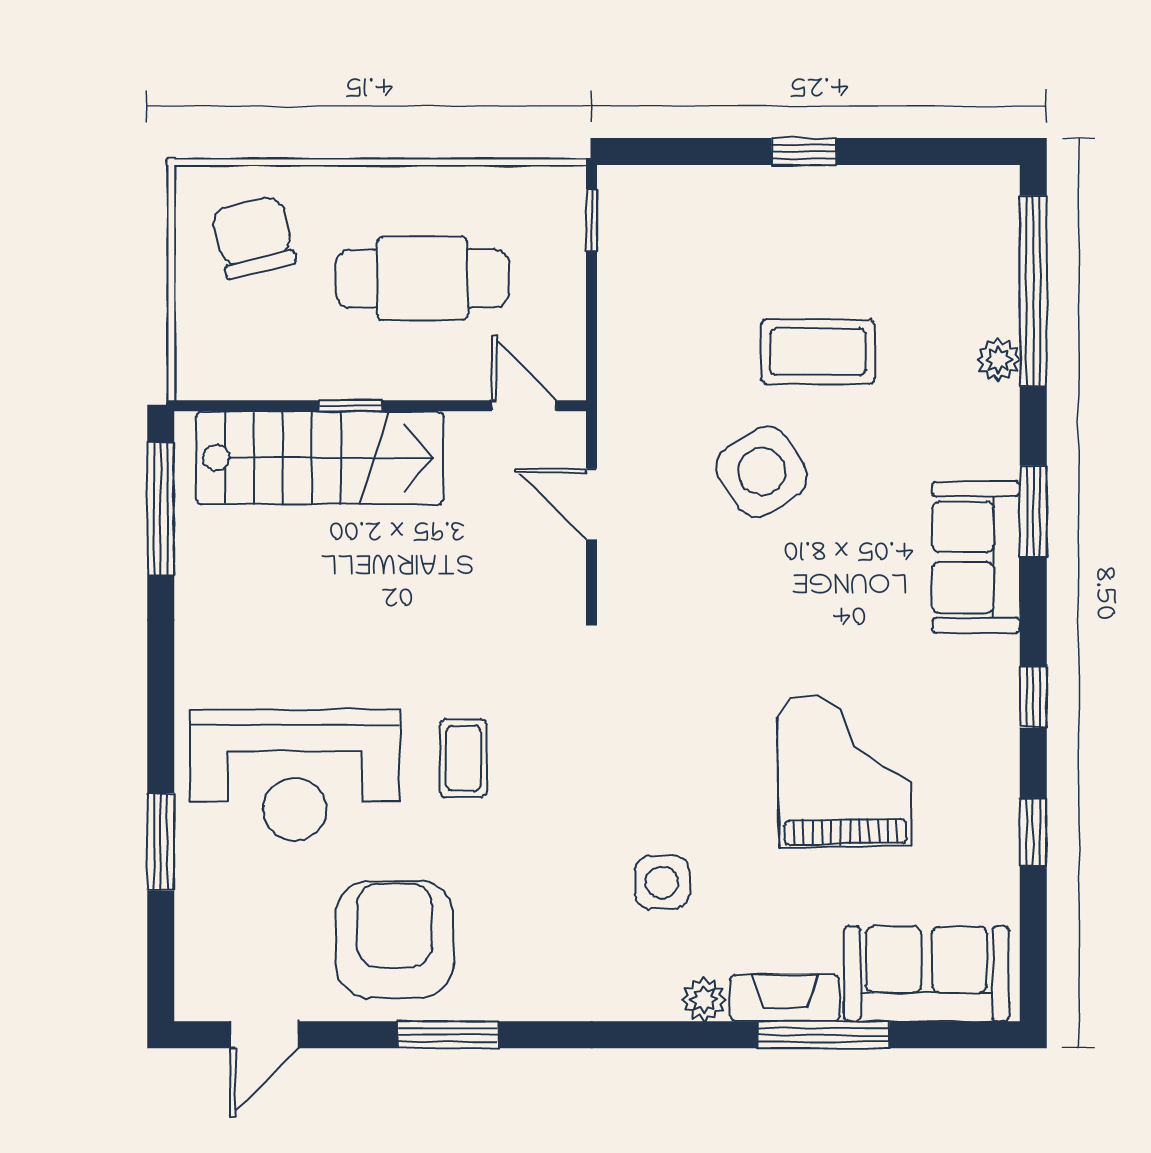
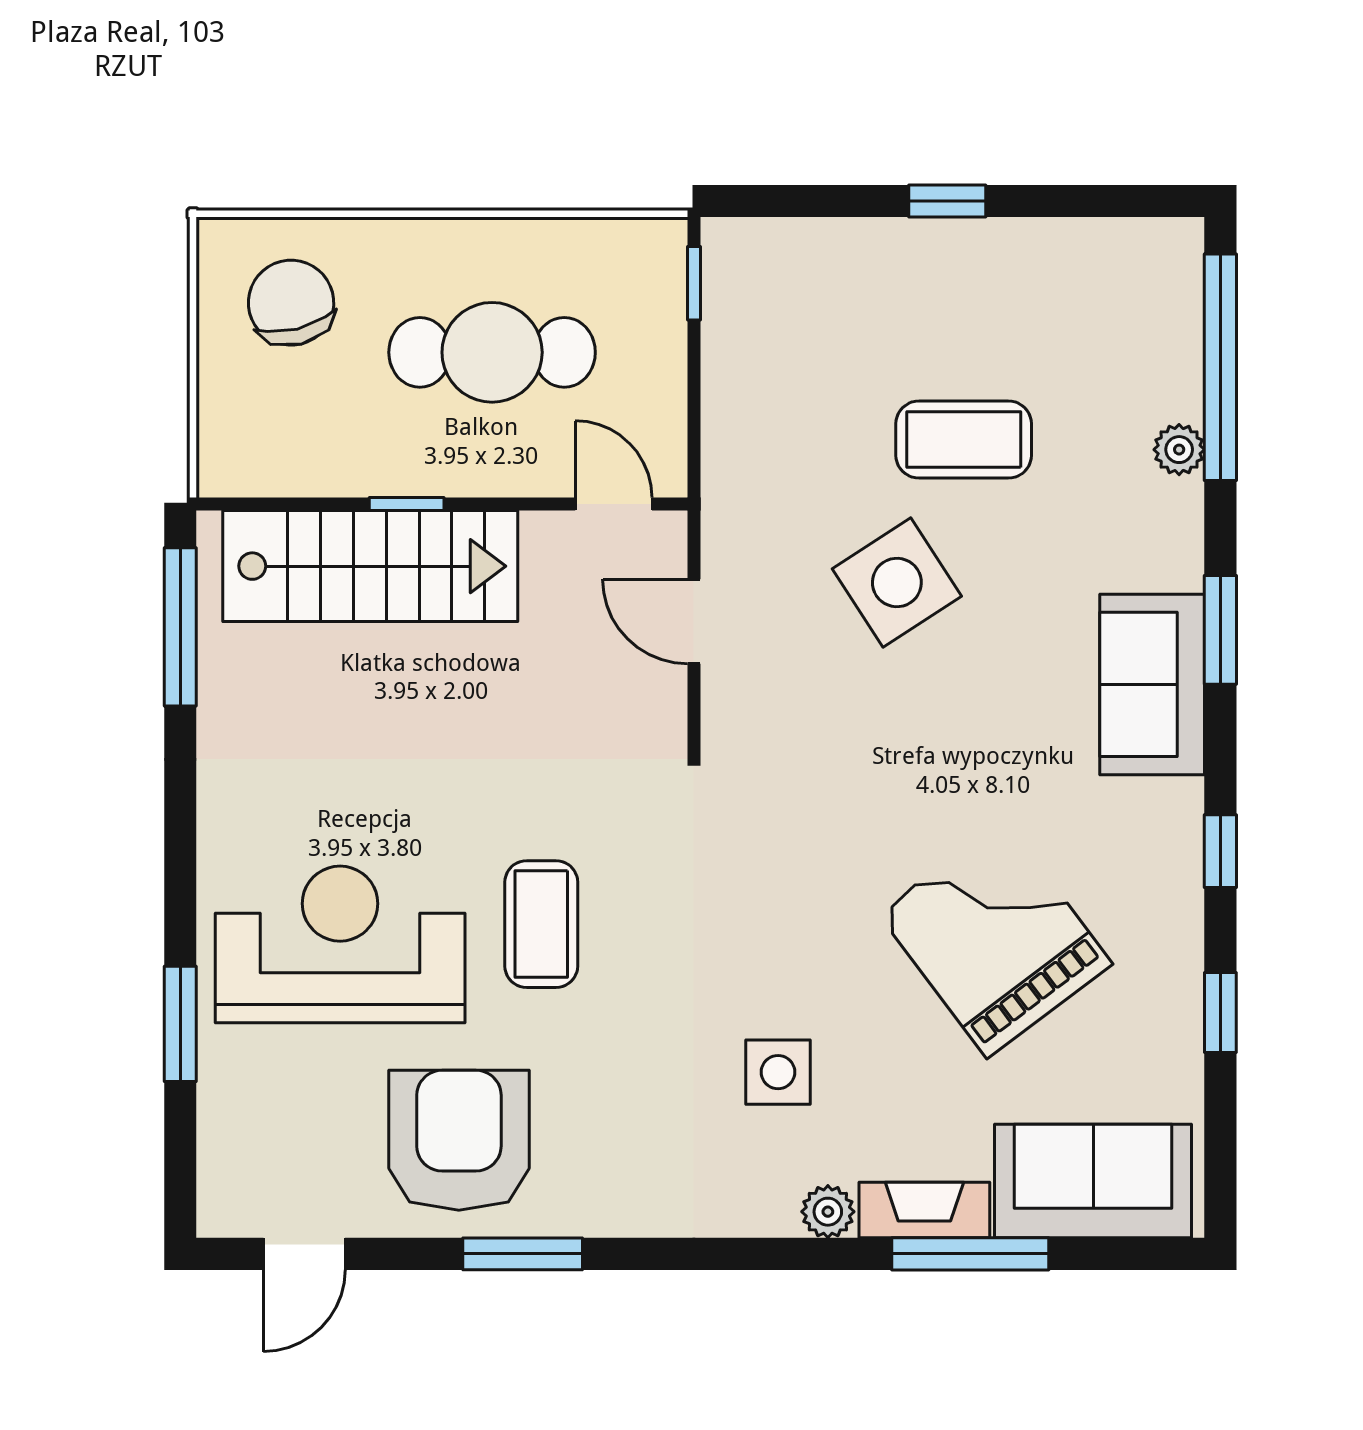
coffee table: (464, 758) -> (541, 924), width x1.36, depth x1.30
grand piano: (844, 770) -> (995, 939), turned -36
reception desk: (295, 775) -> (340, 944), turned 180

